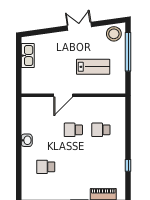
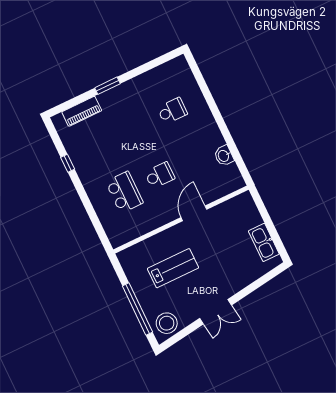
lab bench: (93, 67) -> (173, 268), turned 180
school desk: (101, 130) -> (124, 192), width x1.85
washbasin: (27, 140) -> (224, 156), moved

